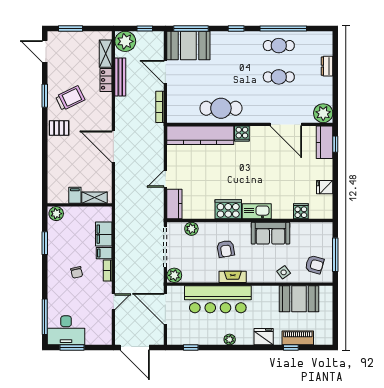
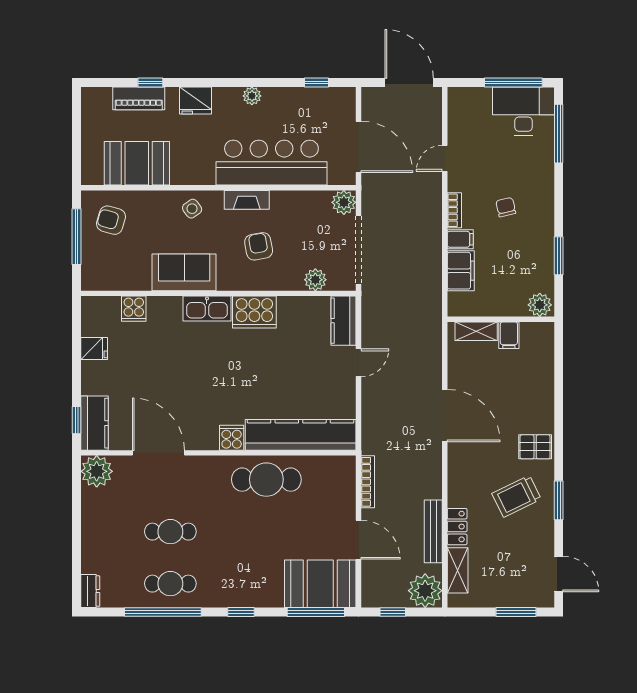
dresser: (327, 66) -> (90, 591), moved
side table: (284, 272) -> (192, 209), moved
window: (72, 348) -> (513, 82), width x1.44

